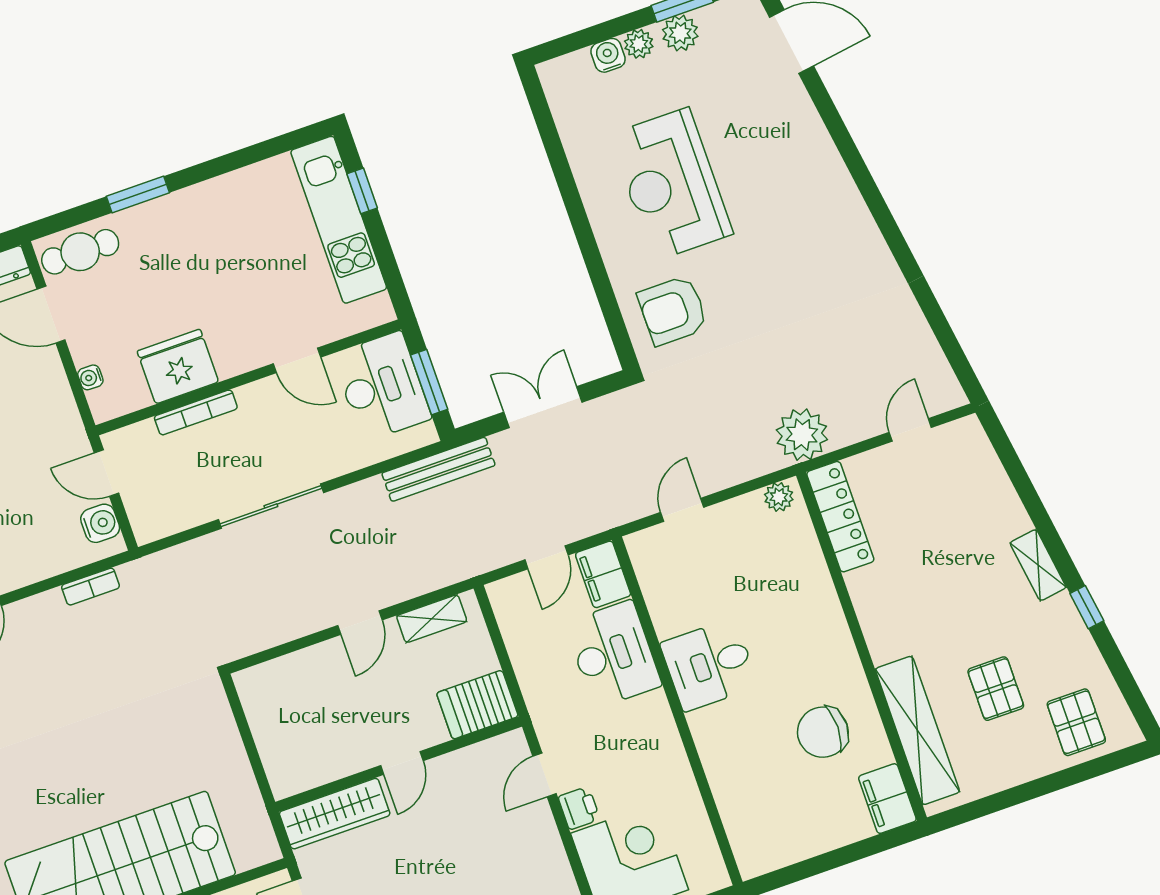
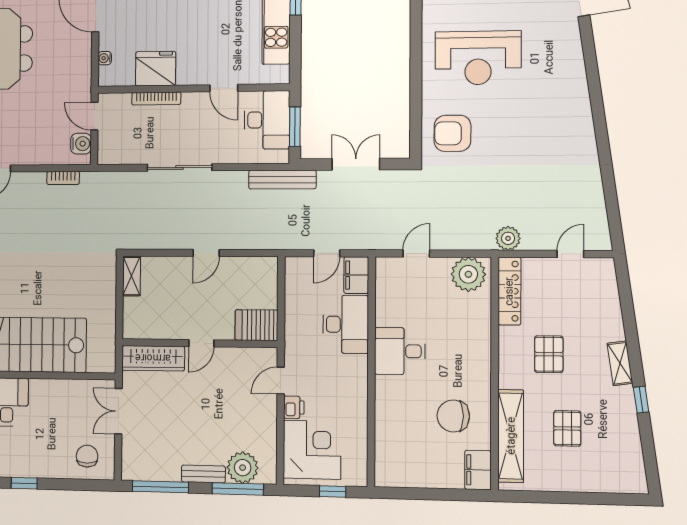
reception desk: (671, 184) -> (478, 58), turned -90
plant: (802, 435) -> (508, 238), width x0.73, depth x0.73
plant: (779, 497) -> (468, 274), width x1.87, depth x1.87
shelving: (432, 619) -> (131, 276), moved, turned 90
pallet: (1076, 722) -> (549, 354), moved

